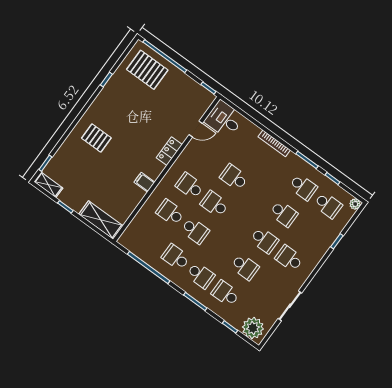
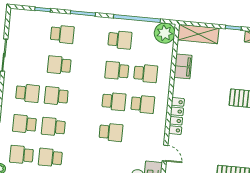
door: (196, 129) -> (165, 153), swing flipped
locker: (169, 151) -> (176, 116), width x1.53
filing cabinet: (144, 182) -> (183, 66), moved, width x2.00
school desk: (201, 275) -> (25, 124), moved
plant: (253, 328) -> (165, 33), moved

